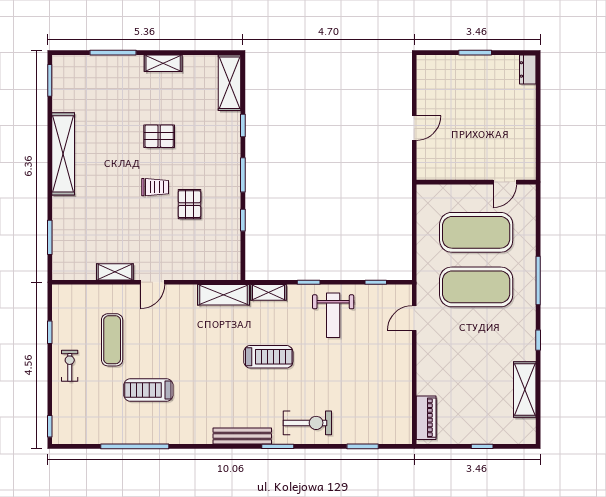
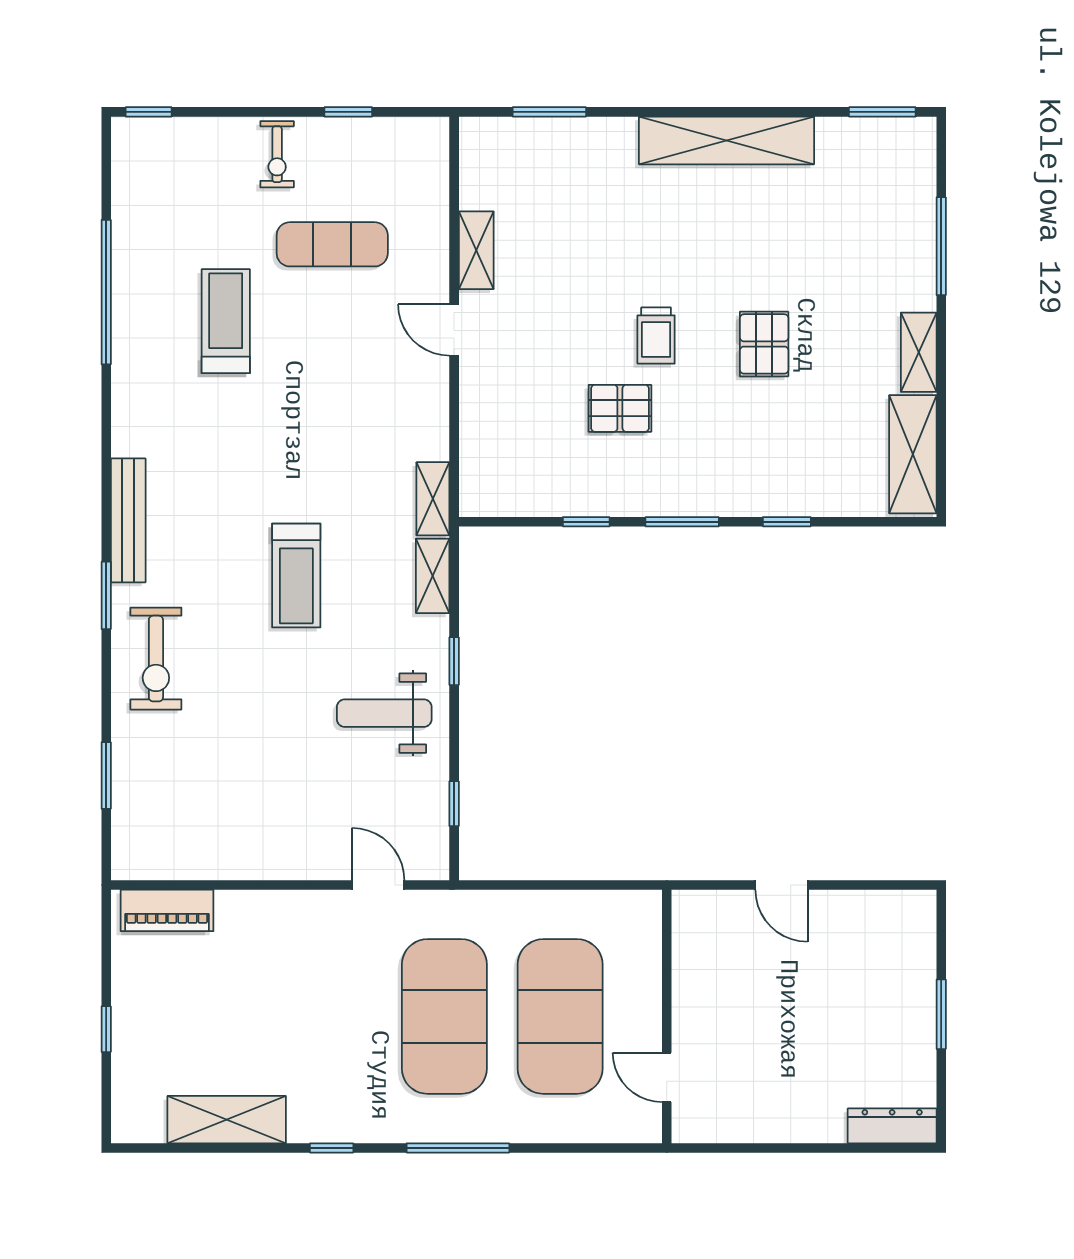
dresser: (528, 69) -> (892, 1126), width x1.44
shelving: (230, 83) -> (913, 454), moved, turned 90
shelving: (223, 295) -> (433, 499), width x0.67, depth x0.75
exercise bike: (70, 366) -> (277, 154), turned 90

